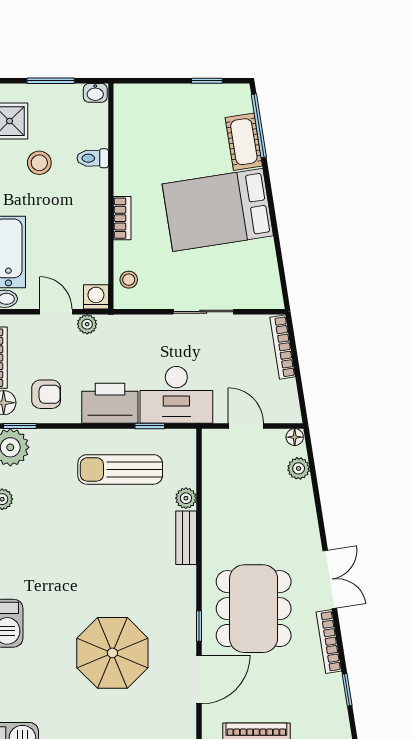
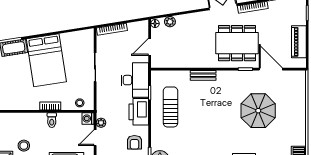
toilet: (93, 158) -> (52, 120), moved
armchair: (46, 394) -> (134, 142), turned 180
sun lounger: (120, 469) -> (170, 107), turned 180
plant: (186, 498) -> (184, 75), removed

